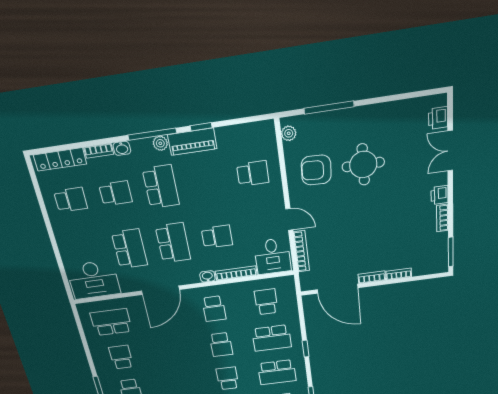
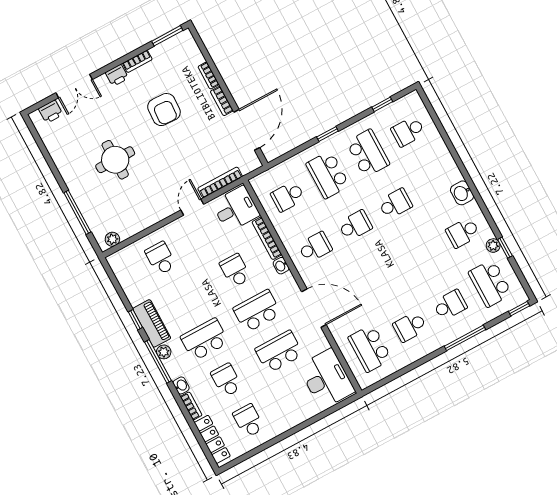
armchair: (316, 170) -> (164, 110), moved
school desk: (272, 338) -> (328, 175), turned 180
school desk: (228, 378) -> (395, 204), turned 180

